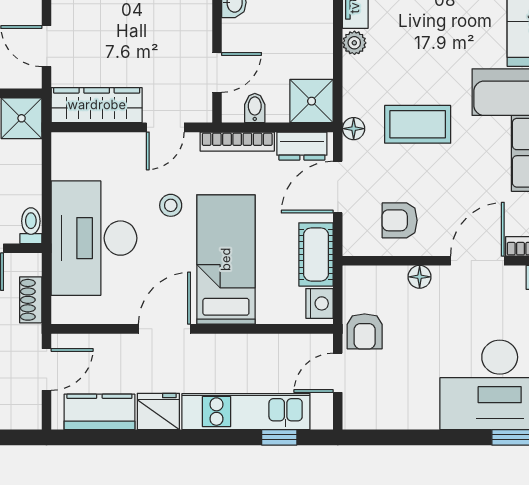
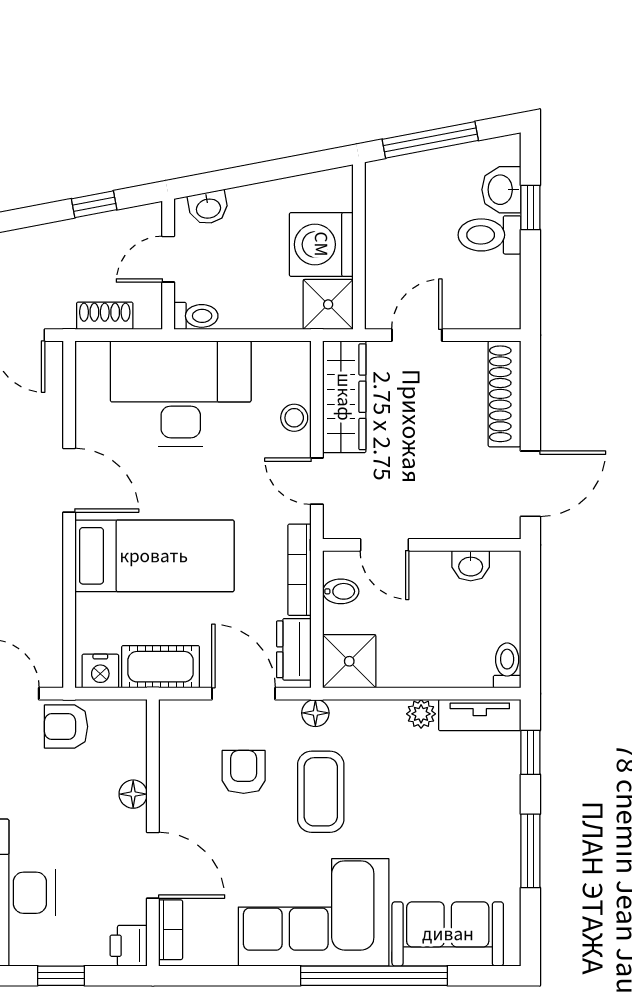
stool: (171, 205) -> (294, 418), moved
armchair: (400, 220) -> (244, 772), moved

